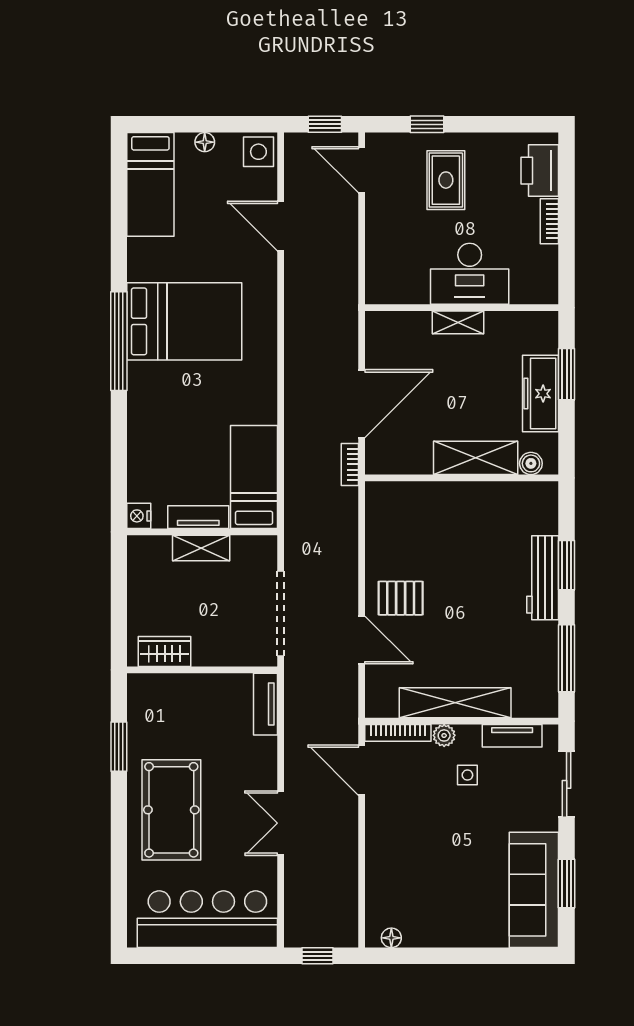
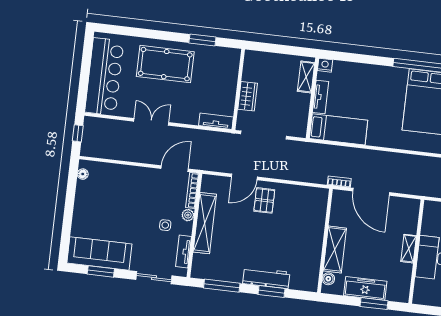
shelving: (201, 548) -> (306, 77), moved
wardrobe: (165, 651) -> (248, 96), moved

